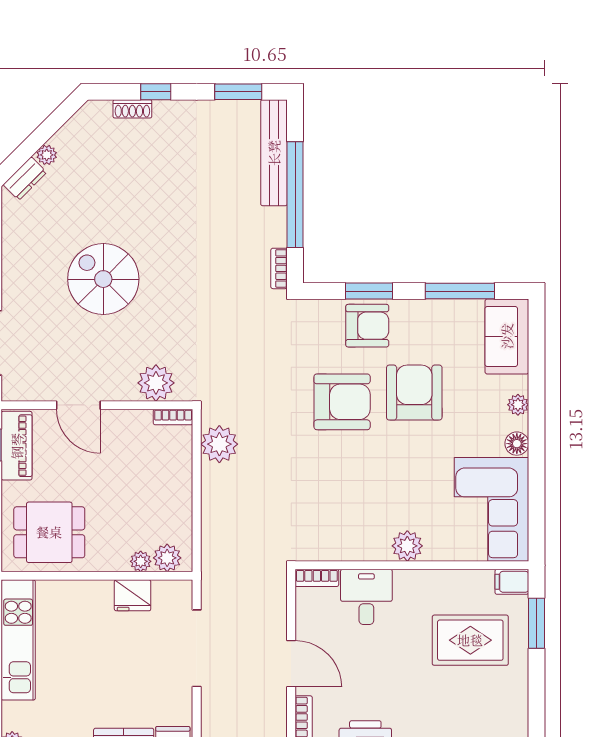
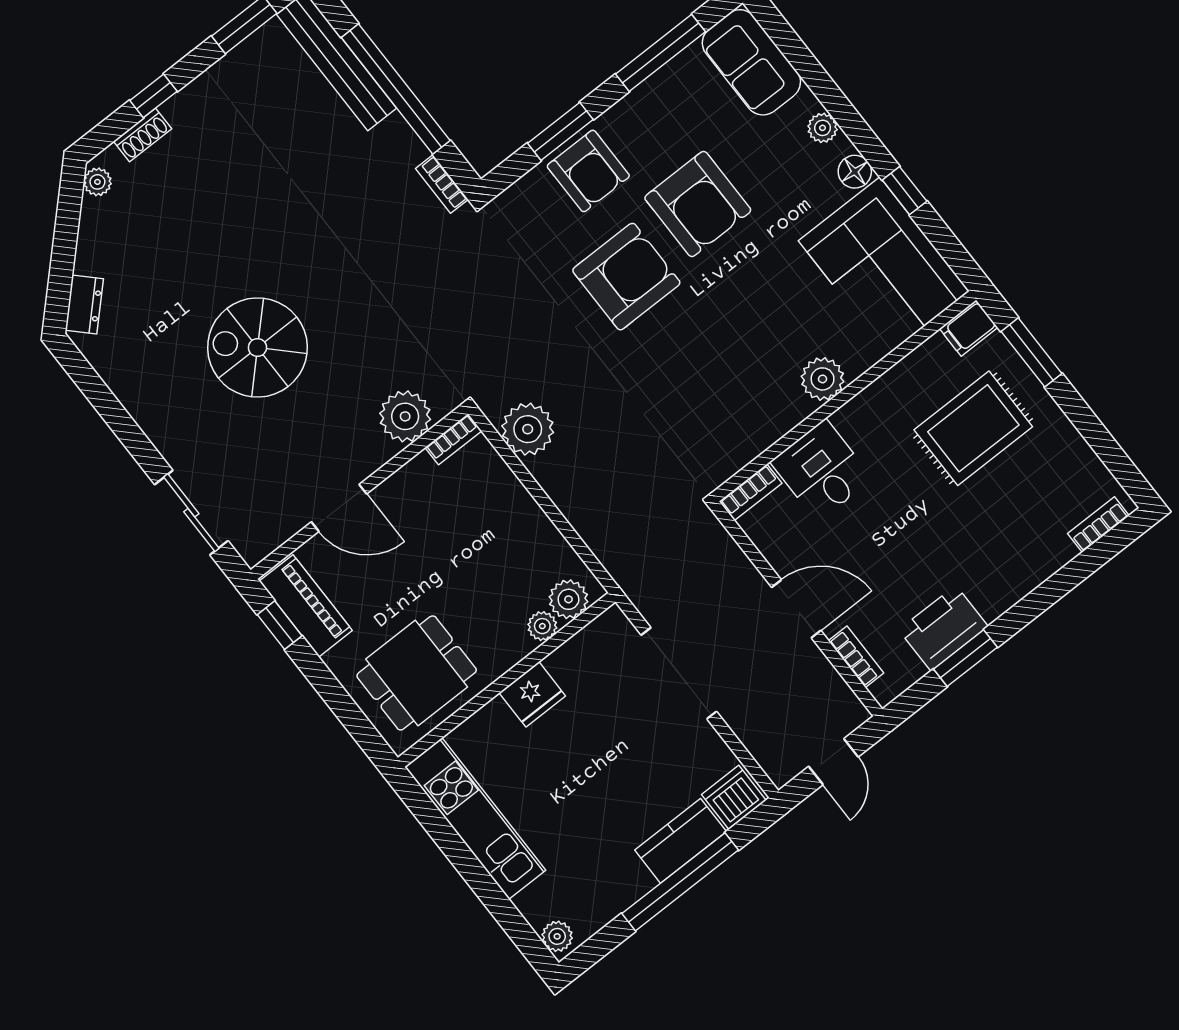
plant: (47, 155) -> (97, 182), moved
armchair: (367, 326) -> (588, 171), turned 90
armchair: (414, 393) -> (698, 204), turned 180
window: (536, 476) -> (905, 191), added
fridge: (133, 595) -> (532, 694), moved

